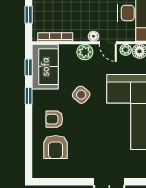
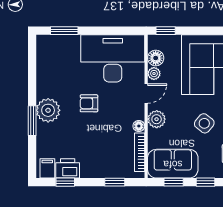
floor lamp: (93, 36) -> (139, 126), moved

